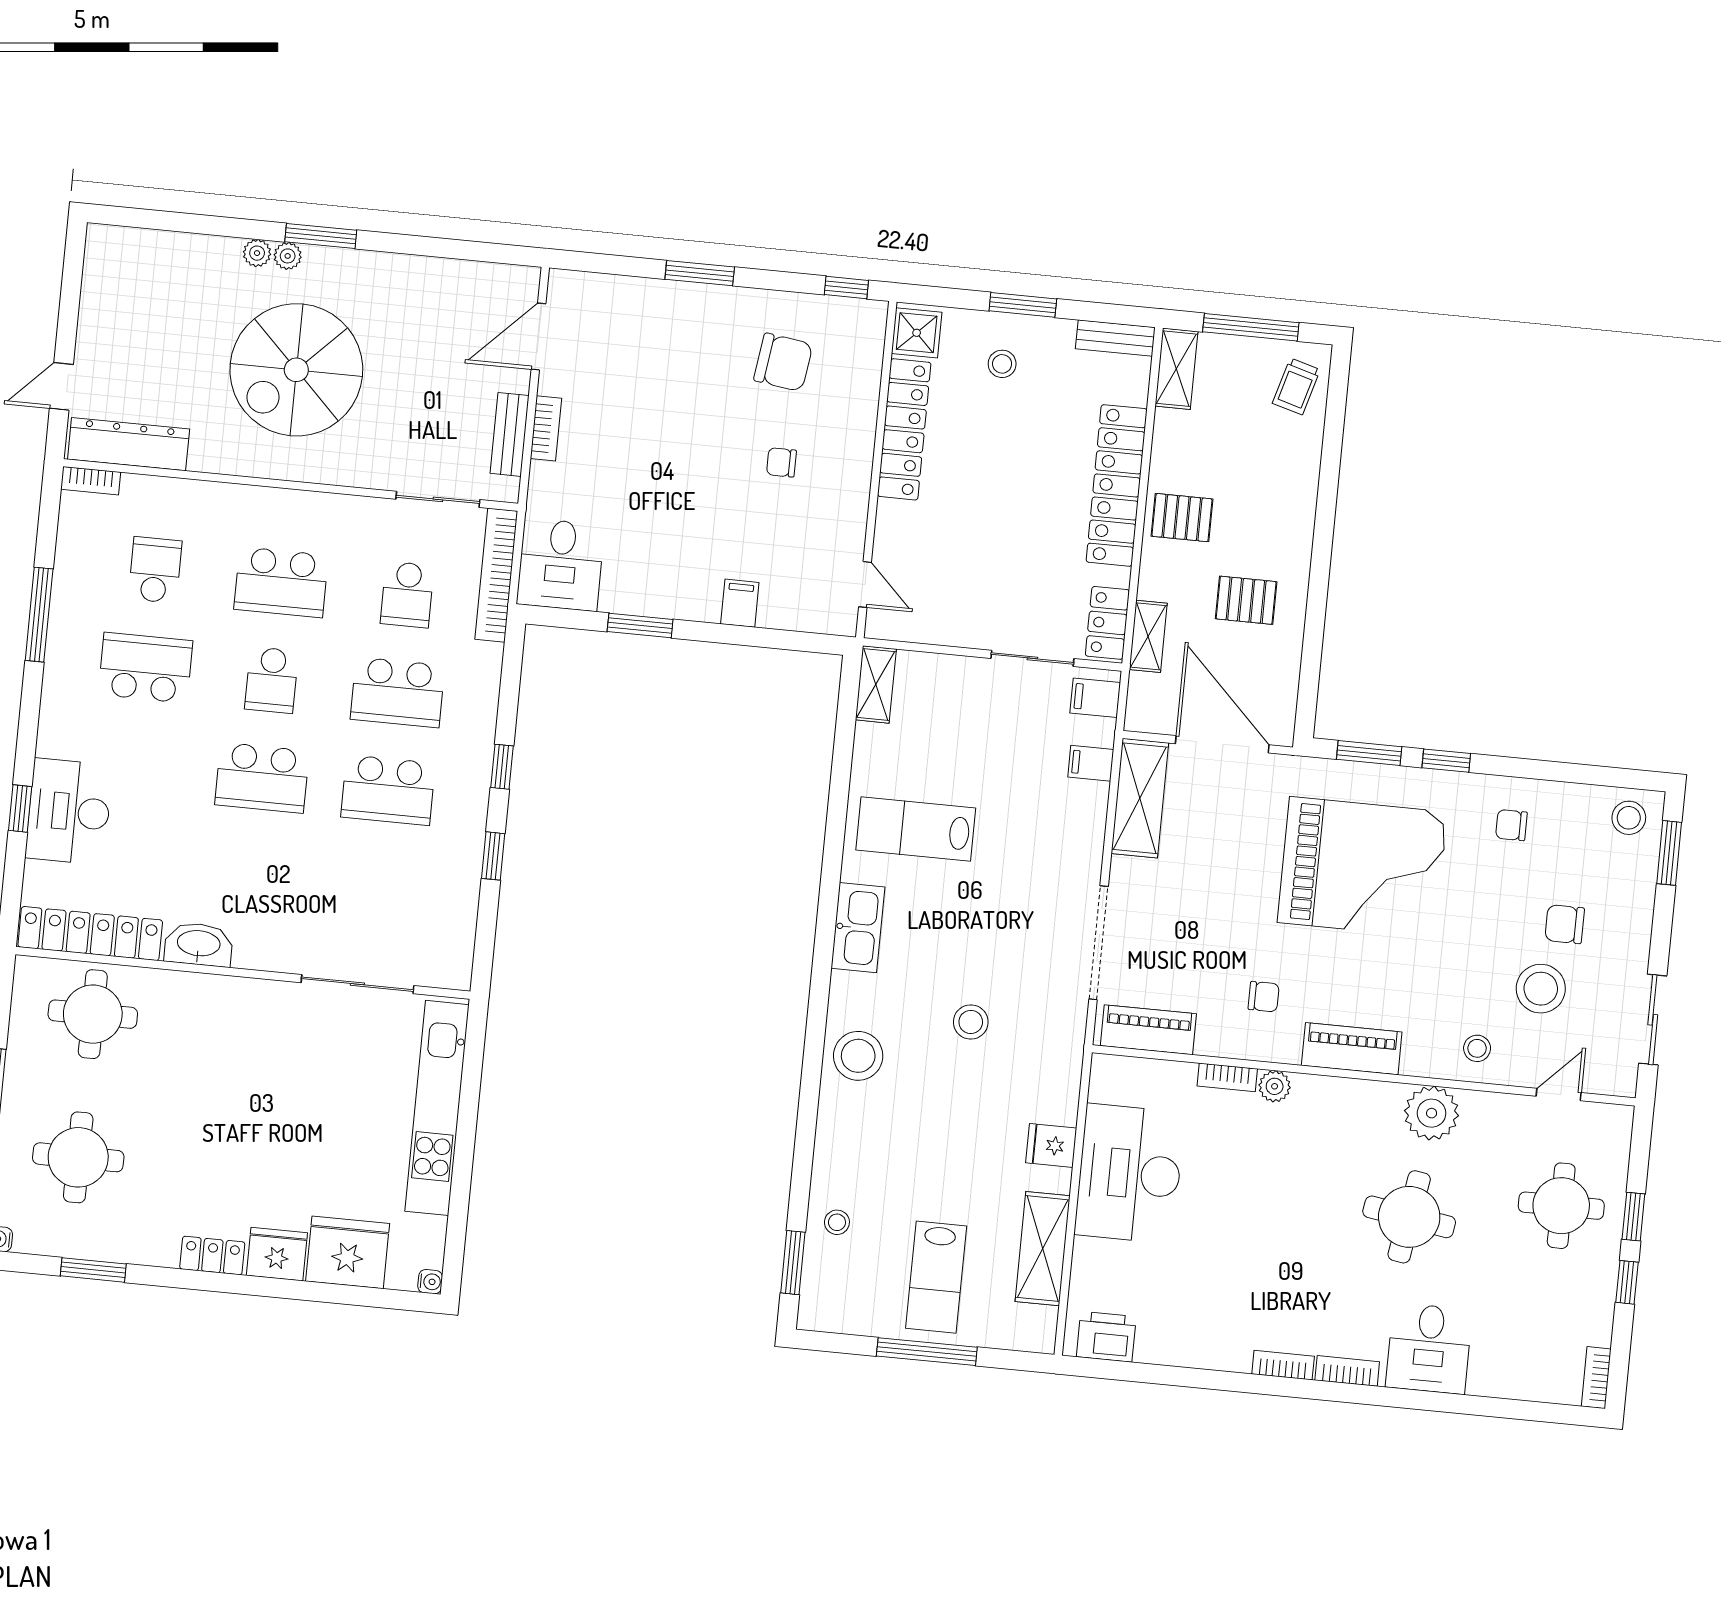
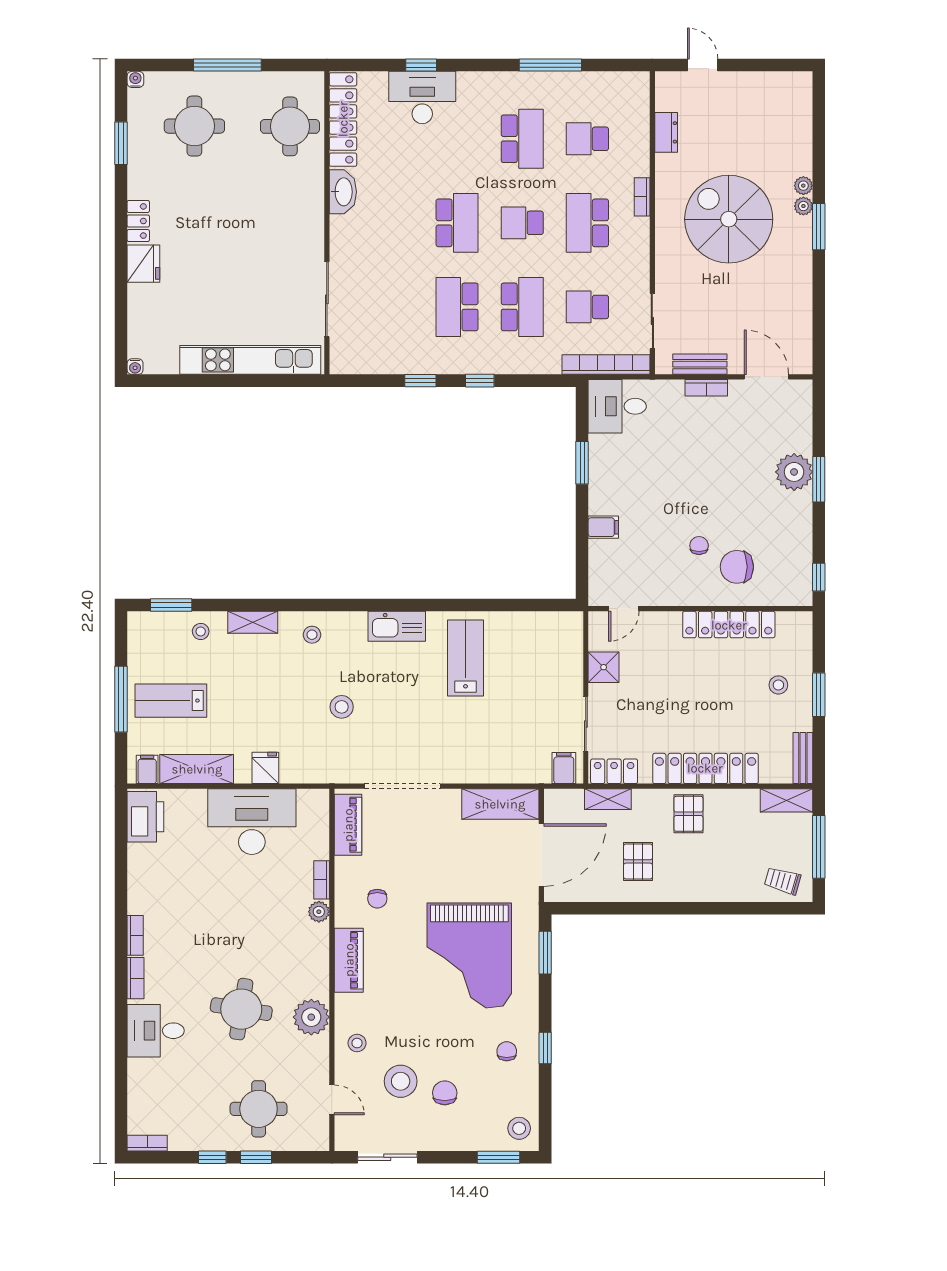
plant: (685, 309) -> (794, 472), added
shower: (917, 333) -> (604, 667), moved
chair: (783, 362) -> (737, 567), moved, turned 82
dresser: (129, 444) -> (666, 132), width x0.51, depth x0.80
bookcase: (91, 481) -> (642, 197), moved
school desk: (155, 570) -> (587, 139), turned 180
shelving: (876, 684) -> (253, 622), moved
school desk: (398, 692) -> (522, 307), turned 180
window: (1446, 761) -> (545, 1048), moved
filing cabinet: (1091, 763) -> (147, 769), moved
school desk: (262, 778) -> (457, 223), turned 180
stool: (858, 1056) -> (312, 635), width x0.53, depth x0.53
fridge: (348, 1252) -> (149, 310), removed
printer: (1106, 1337) -> (145, 817), width x1.37, depth x1.19

